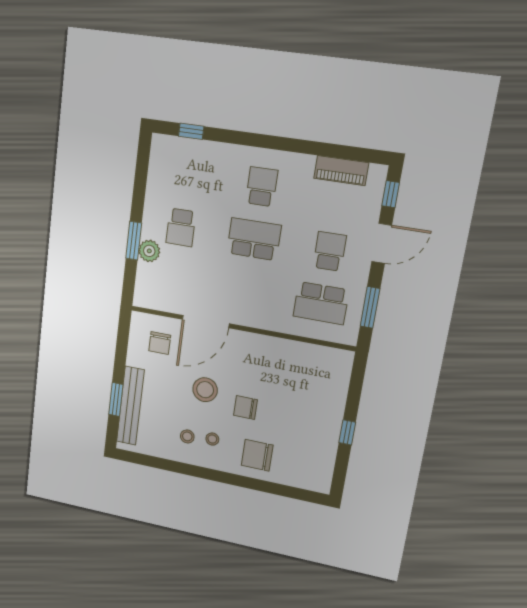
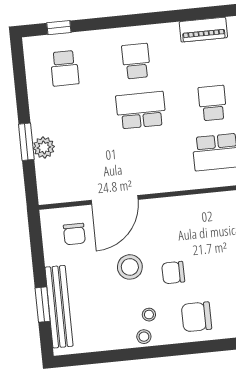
school desk: (181, 227) -> (65, 68), moved
stool: (187, 436) -> (144, 337), moved

